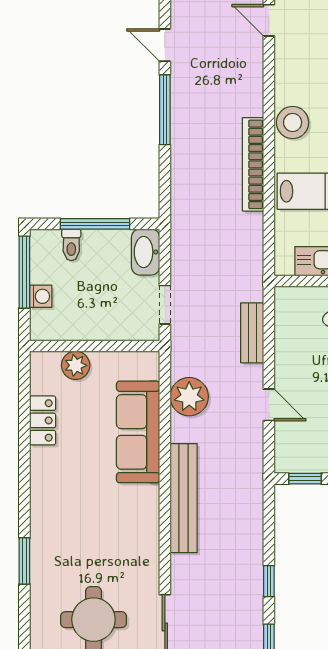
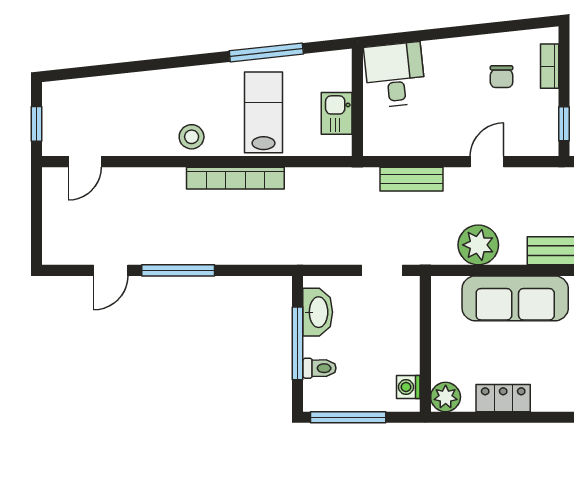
stool: (293, 122) -> (192, 137), width x0.73, depth x0.73
washbasin: (146, 252) -> (318, 312), moved, turned -90
washing machine: (41, 296) -> (408, 387), moved, turned -90
plant: (76, 365) -> (446, 397), moved

